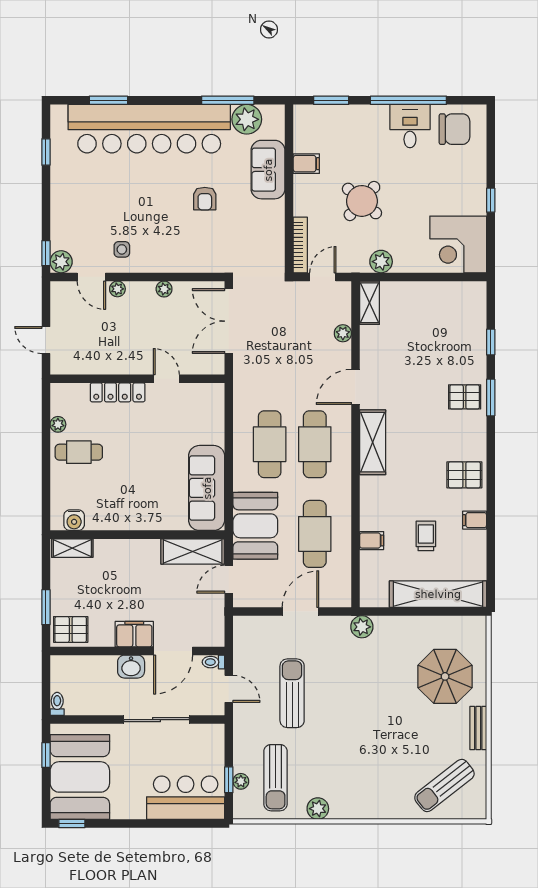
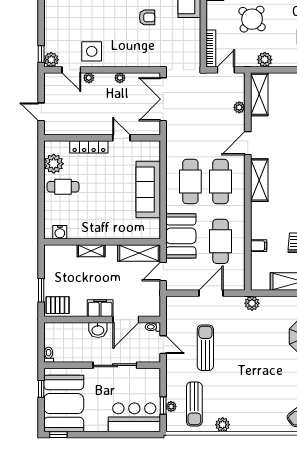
armchair: (205, 199) -> (147, 17), turned -90
side table: (122, 249) -> (92, 51), width x1.87, depth x1.87
shelving: (369, 303) -> (259, 94), width x1.50, depth x1.33
plant: (58, 424) -> (54, 164), width x1.88, depth x1.88
sofa: (207, 488) -> (148, 190), moved
shelving: (72, 548) -> (91, 251), moved

